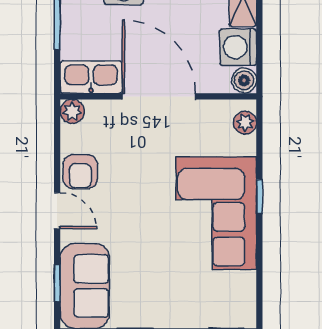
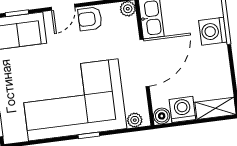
corner sofa: (216, 213) -> (73, 100), width x1.36, depth x1.36

